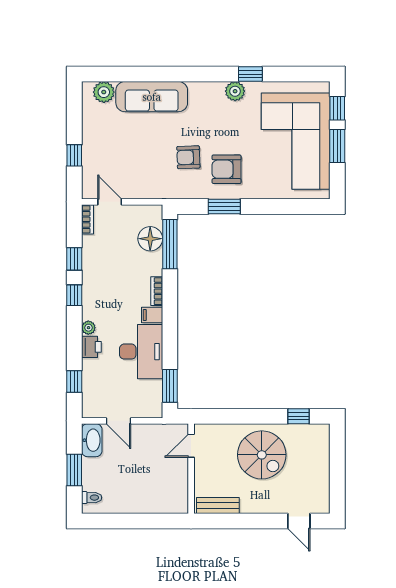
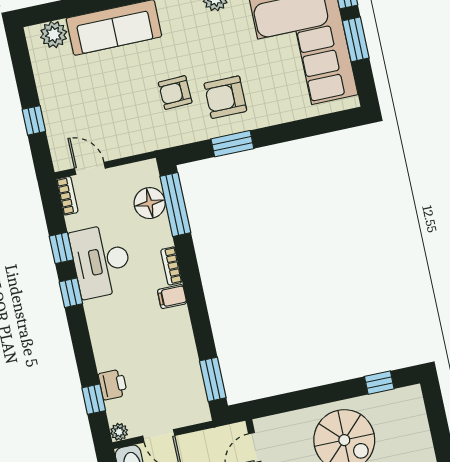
plant: (88, 328) -> (119, 432), moved
printer: (91, 347) -> (113, 385), moved
desk: (141, 352) -> (101, 261), moved, turned 180

